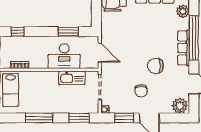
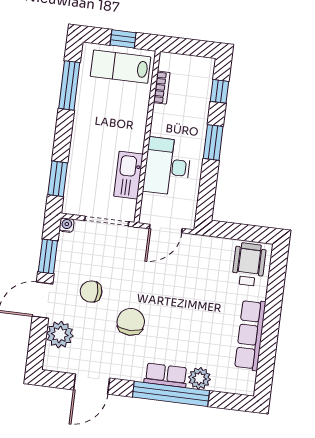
plant: (183, 11) -> (200, 378), moved
window: (68, 32) -> (213, 142), moved
row of seats: (184, 48) -> (166, 375), width x0.68
plant: (180, 106) -> (60, 335), moved
window: (39, 118) -> (69, 85), moved

